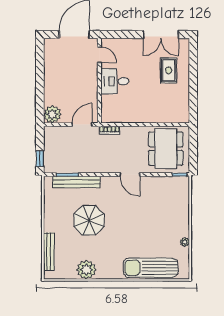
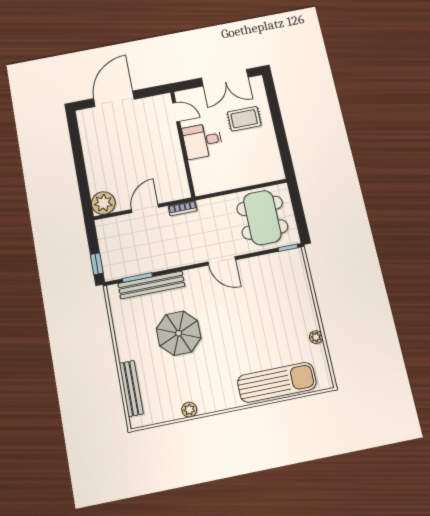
door: (99, 55) -> (176, 112), moved
rug: (169, 70) -> (244, 119), turned 90
wall: (99, 81) -> (183, 144), moved
desk: (115, 81) -> (203, 141), moved
sun lounger: (151, 268) -> (277, 382), turned 180
plant: (86, 270) -> (189, 410), width x0.53, depth x0.53

